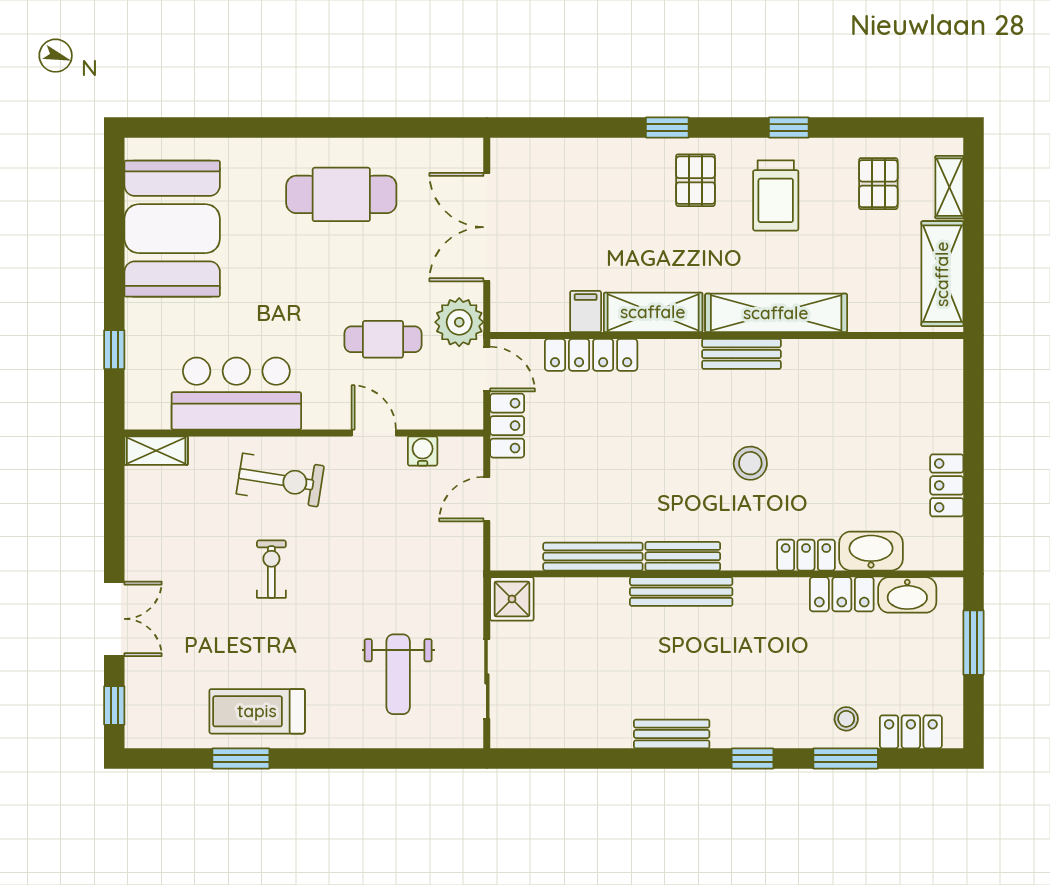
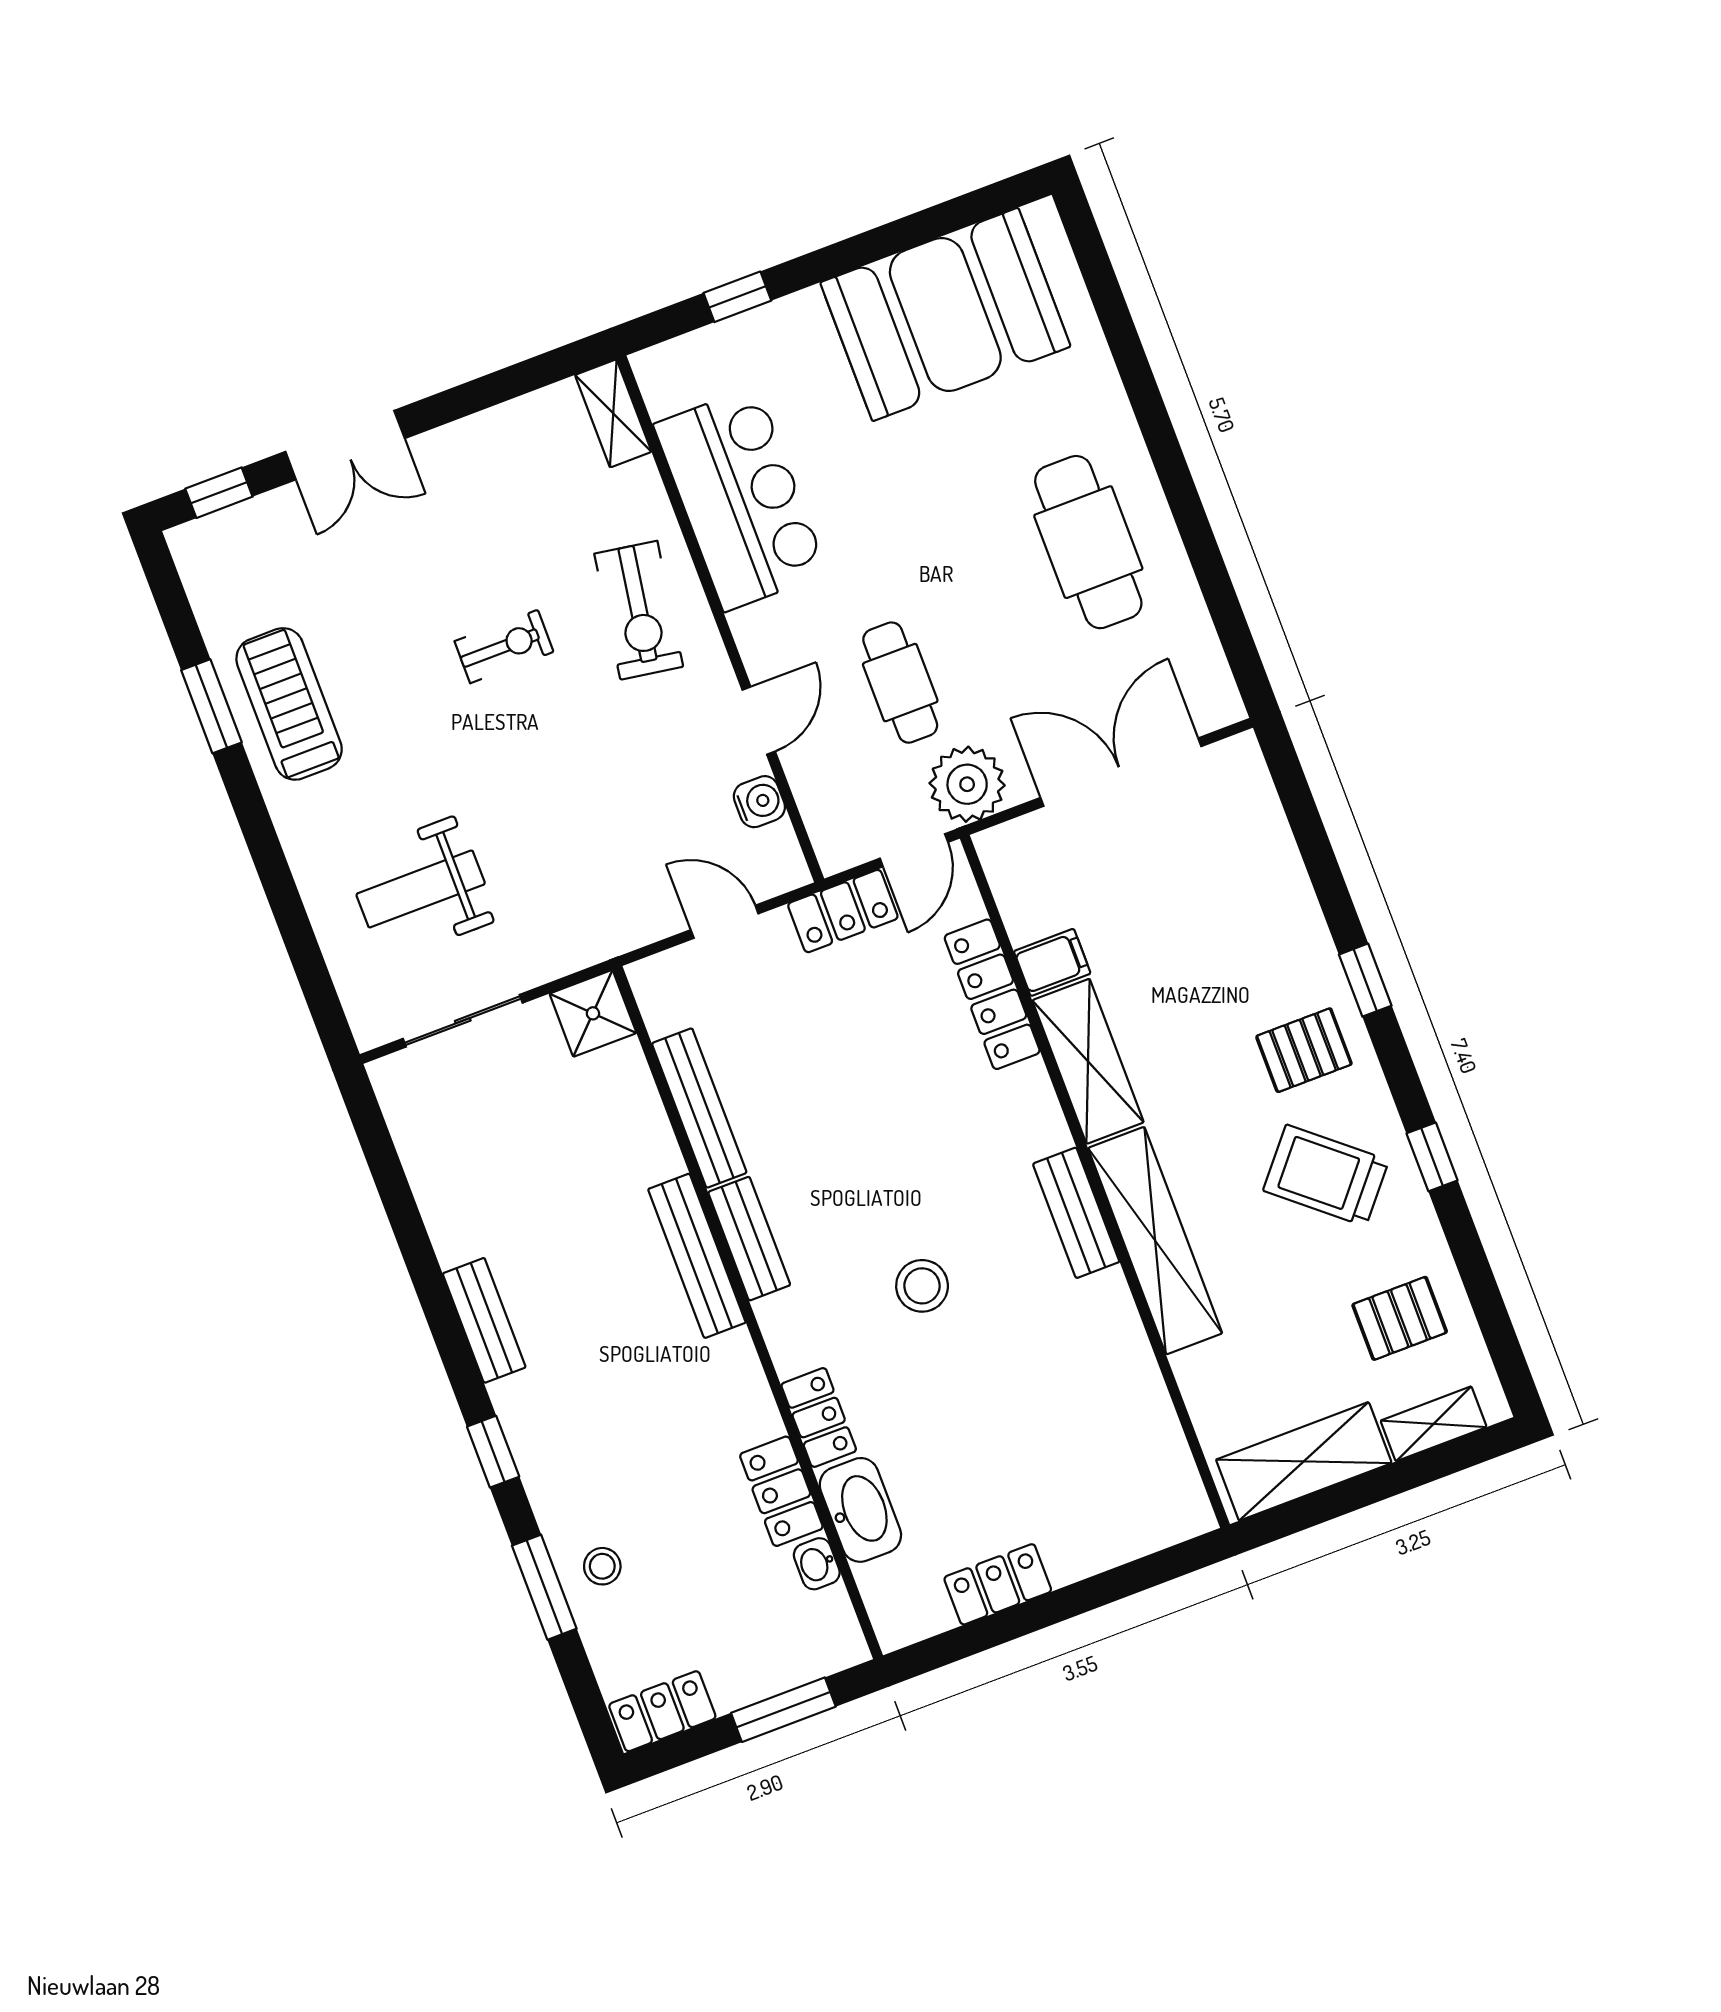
trolley: (776, 195) -> (1326, 1175), turned 40
washbasin: (907, 595) -> (817, 1564), width x0.52, depth x0.69
locker: (911, 732) -> (662, 1711), moved, turned -90

